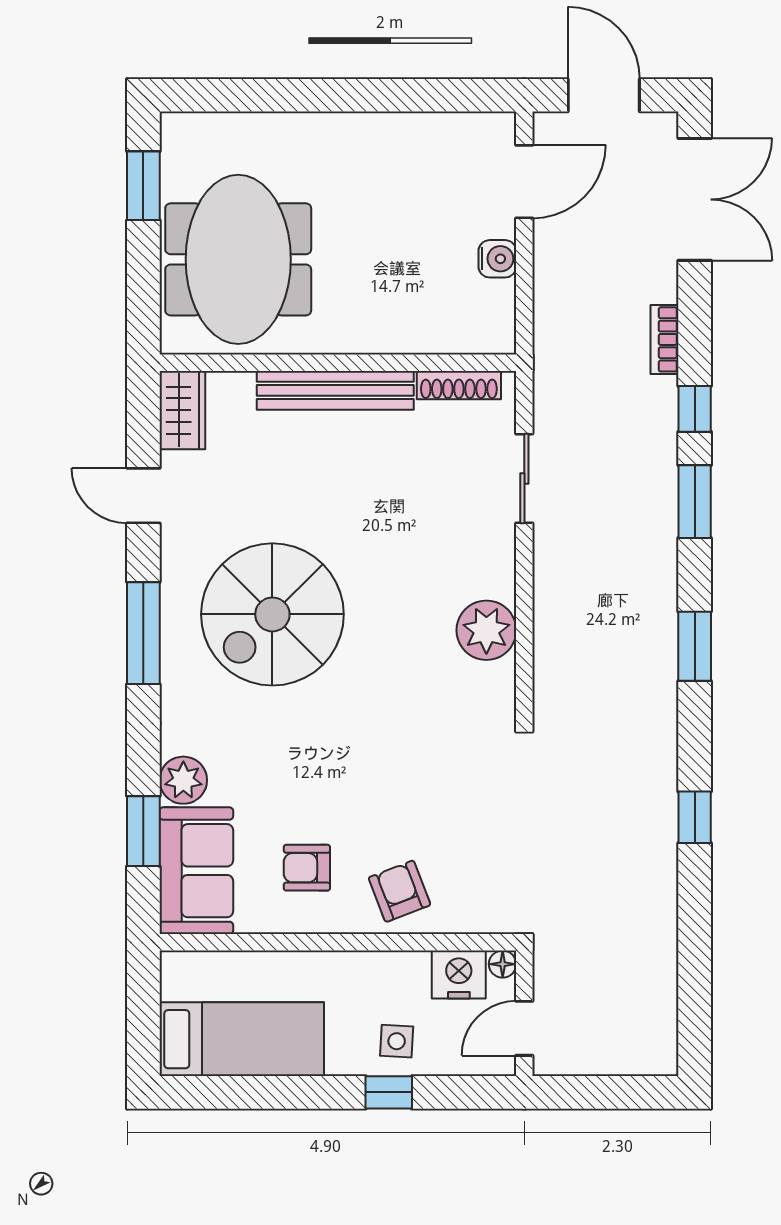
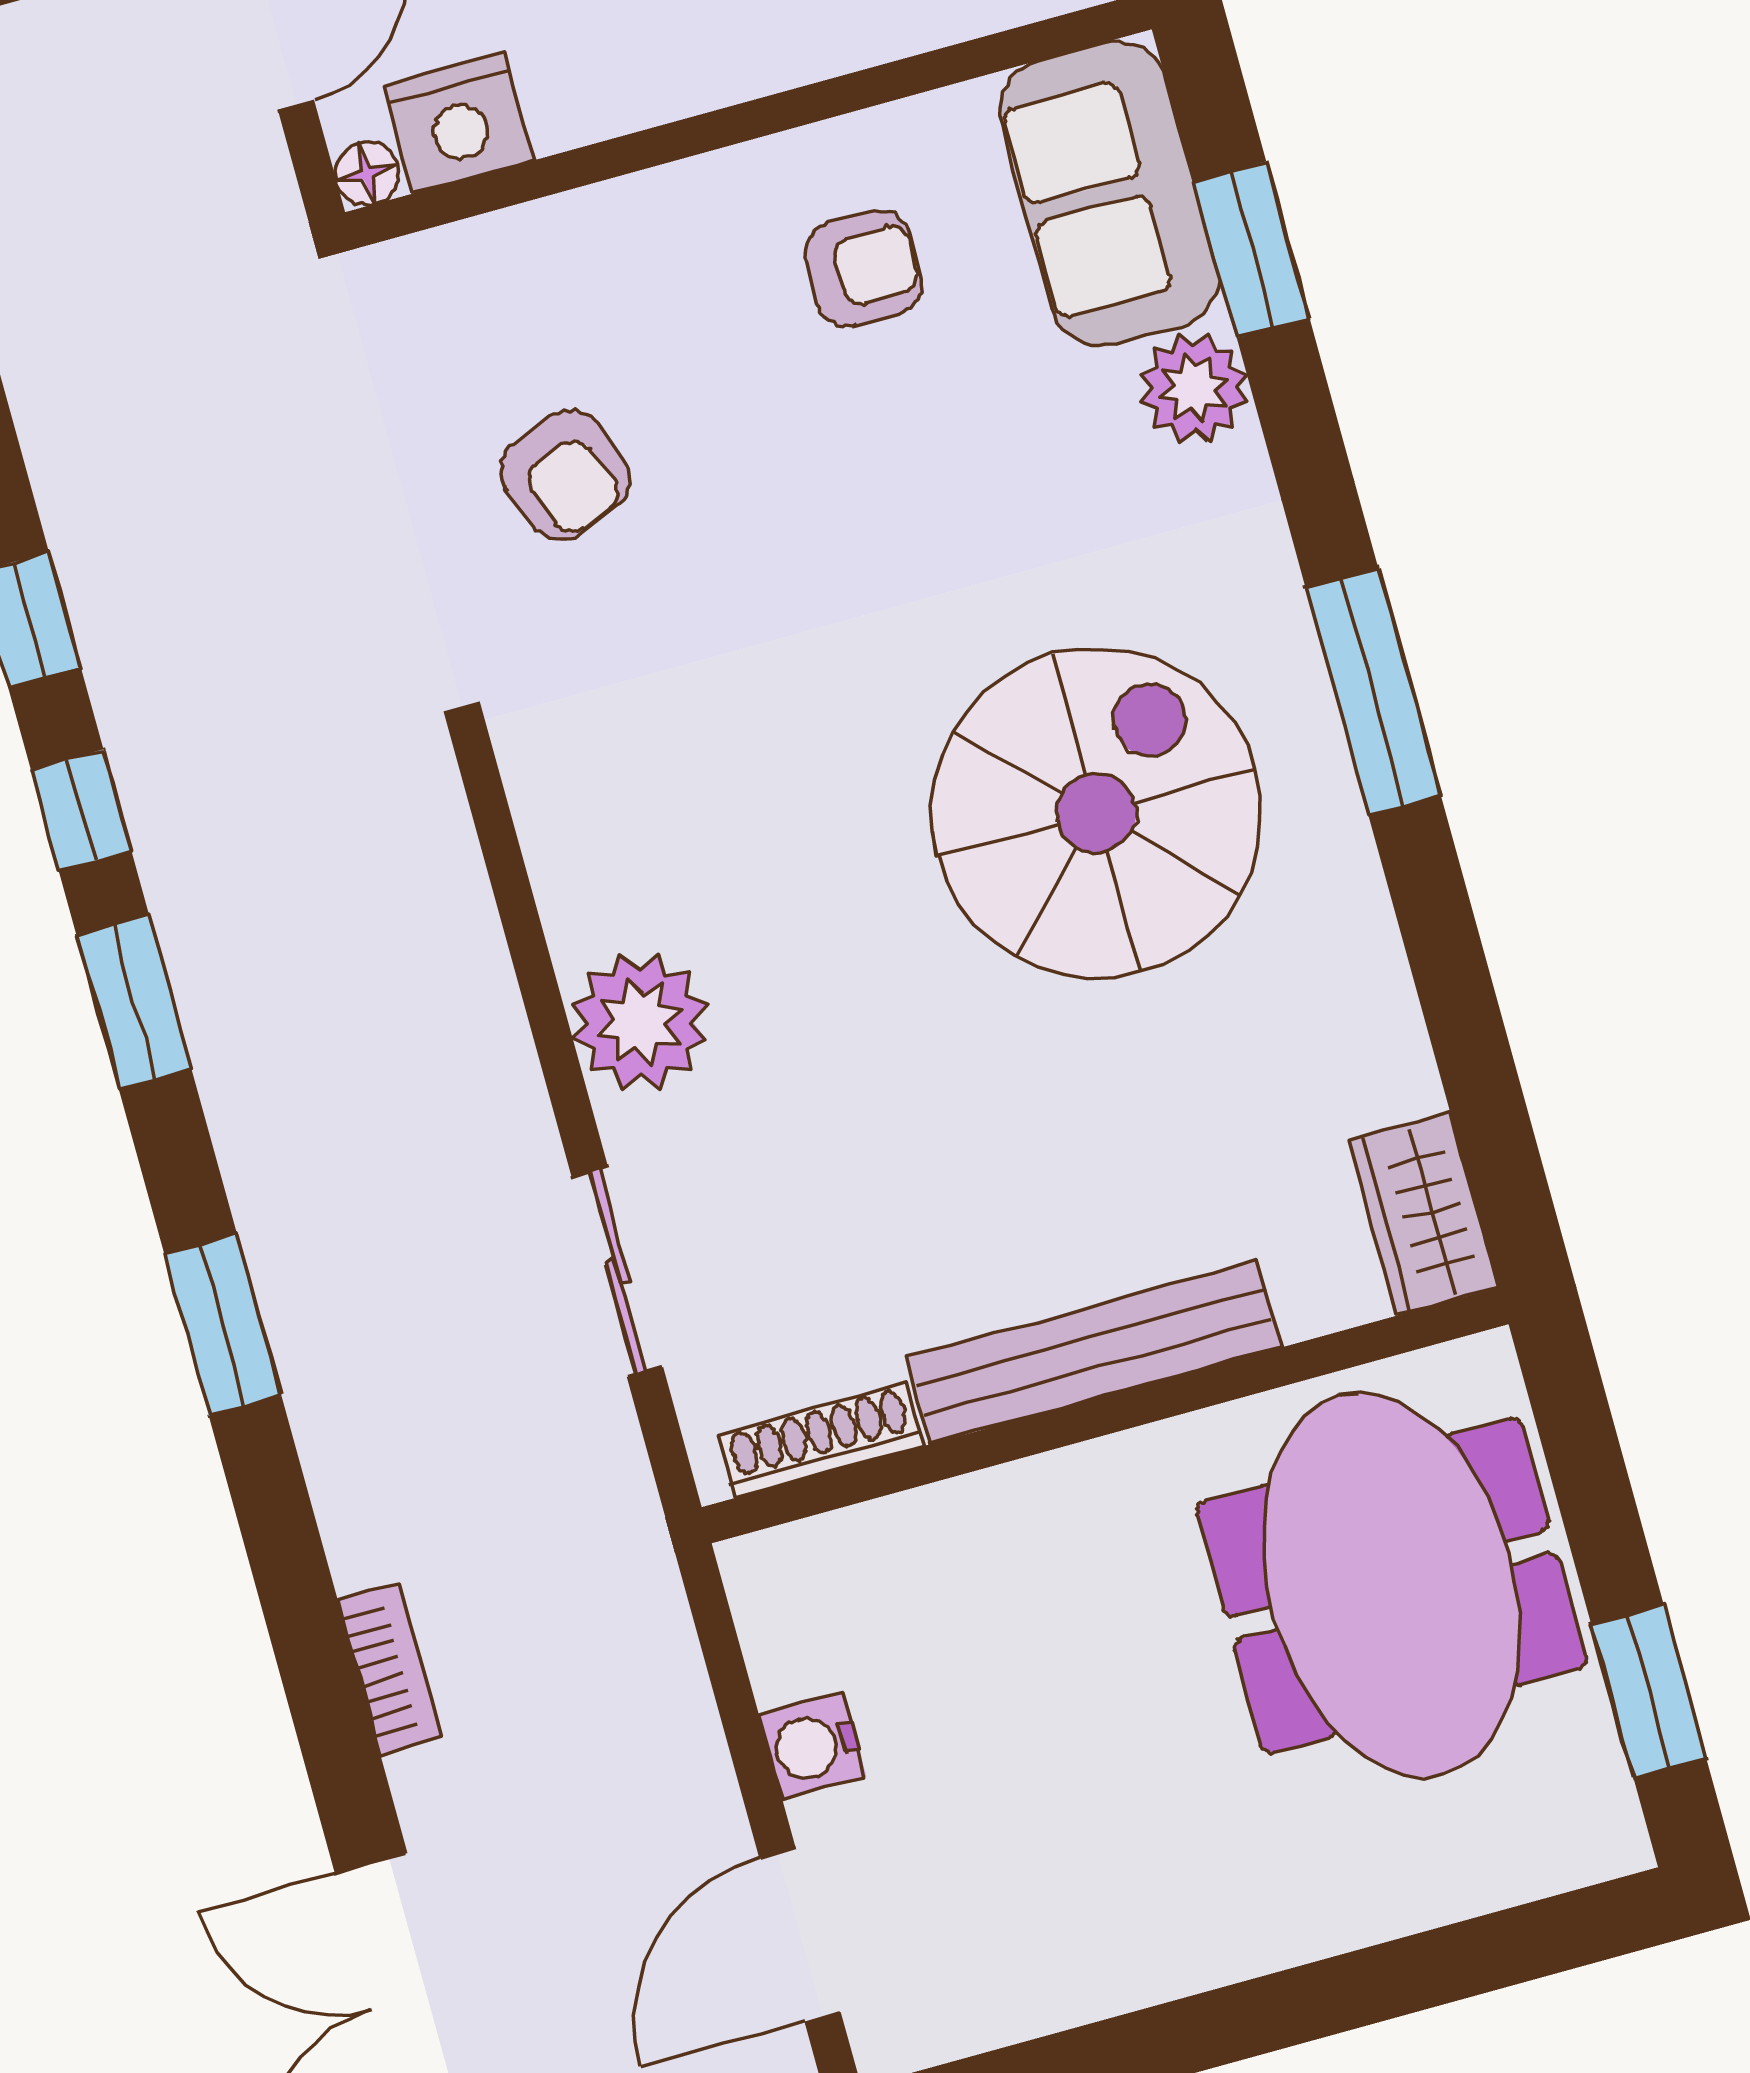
window: (695, 409) -> (81, 810), moved
door: (143, 496) -> (1458, 999), removed
plant: (486, 630) -> (640, 1022), moved
armchair: (400, 891) -> (565, 475), moved

